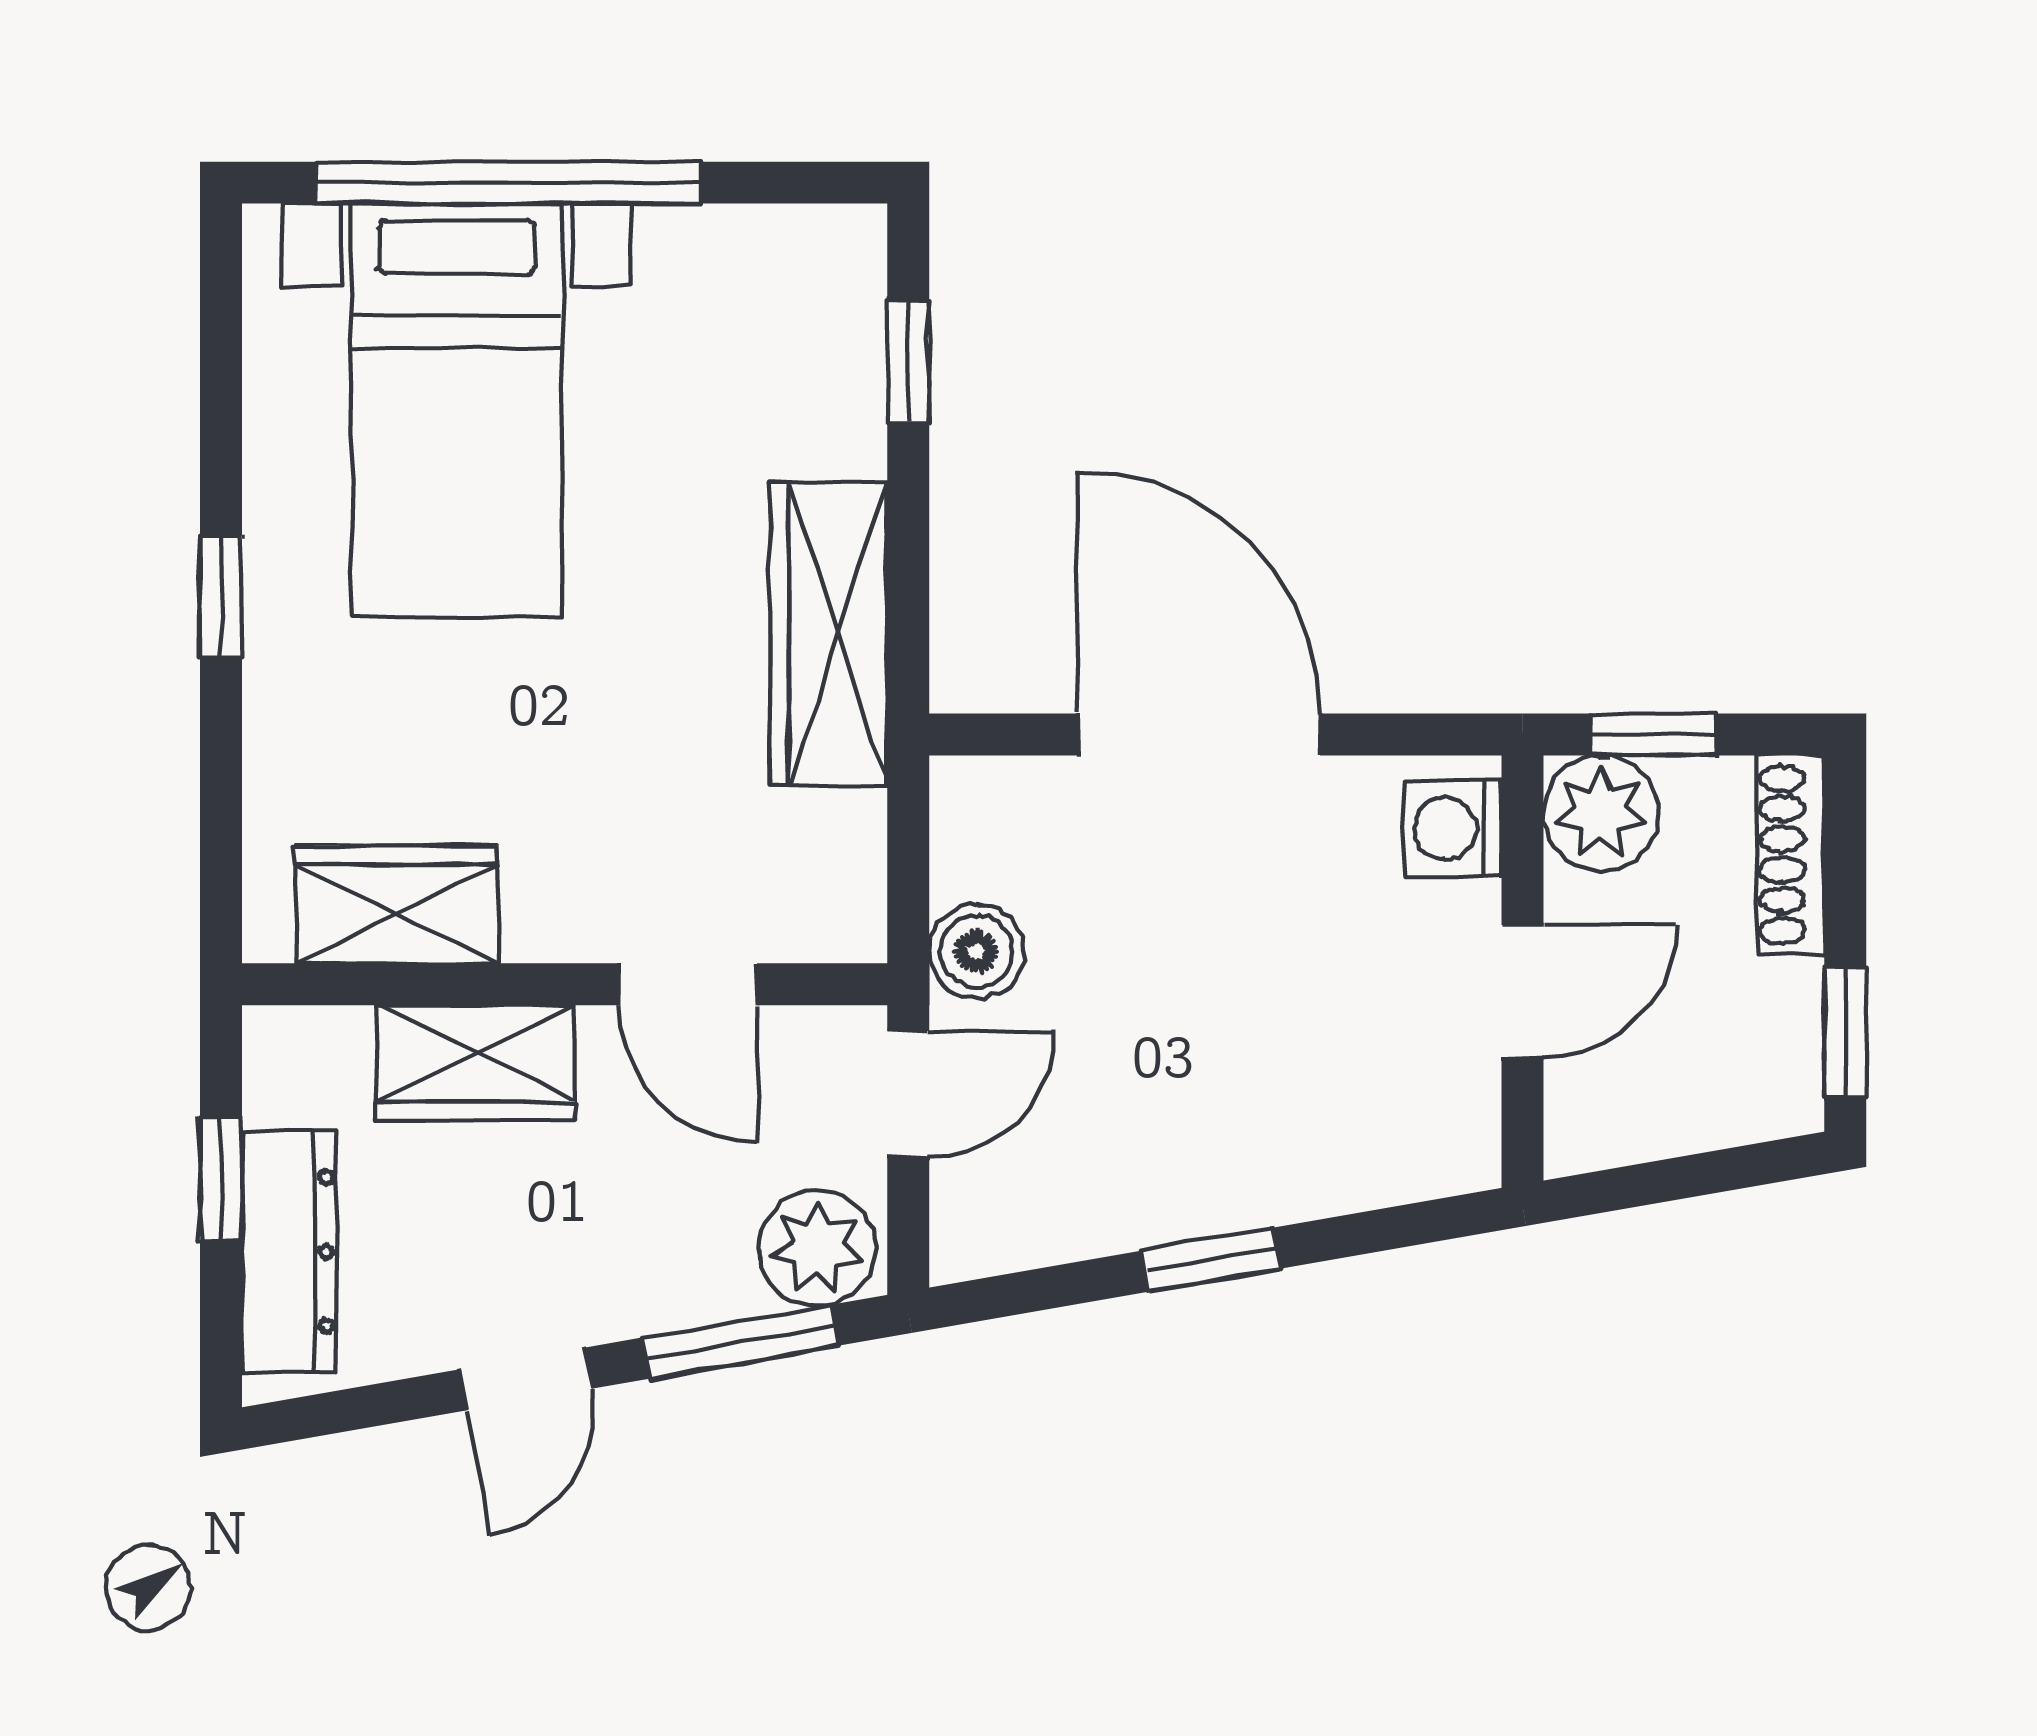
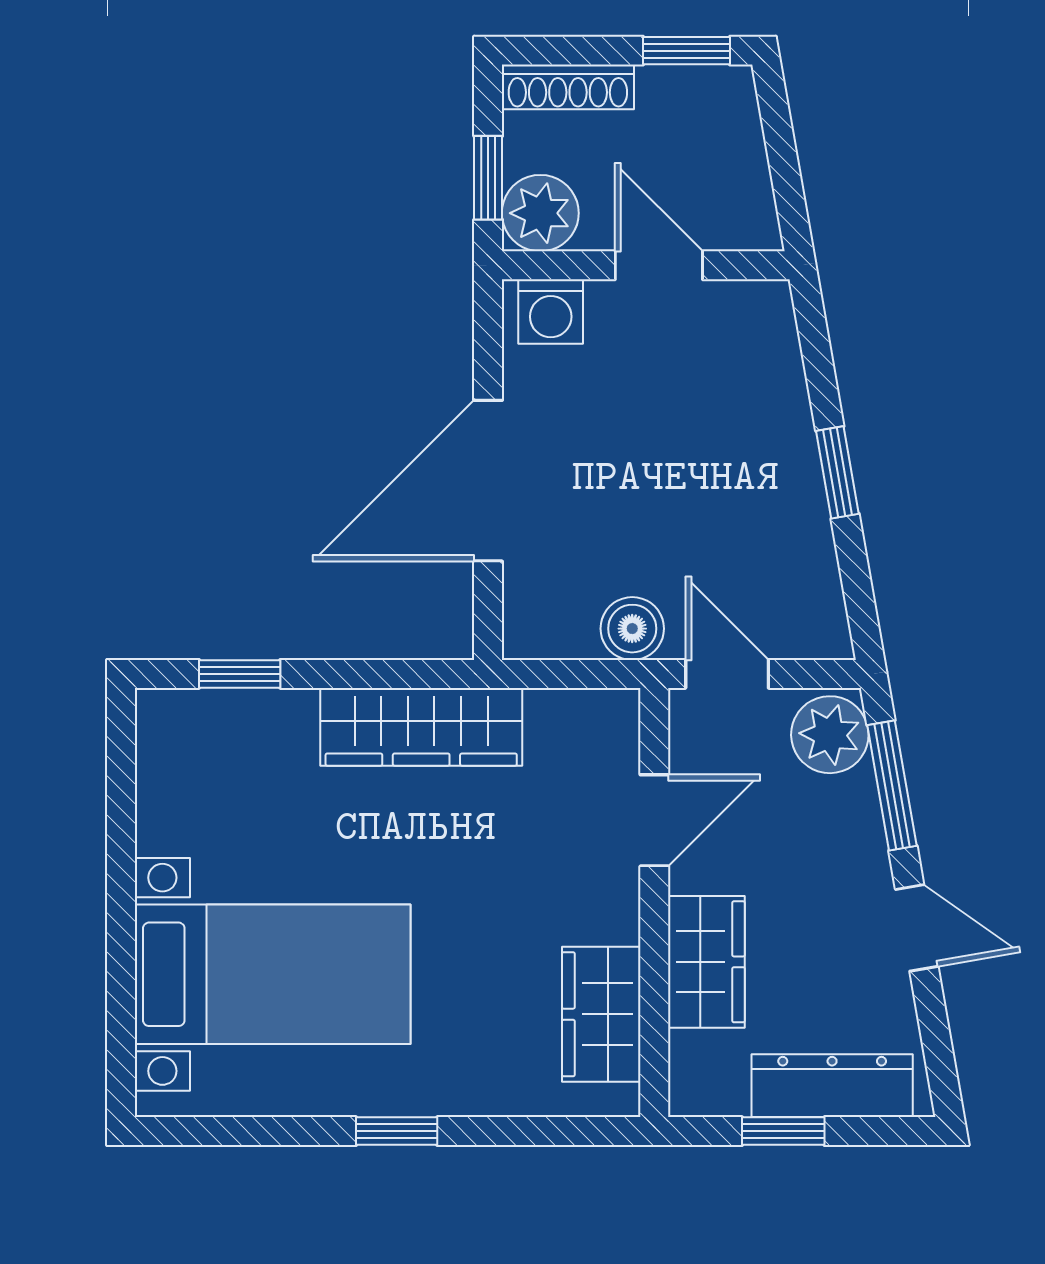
window: (508, 183) -> (121, 940), removed

